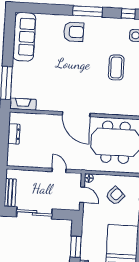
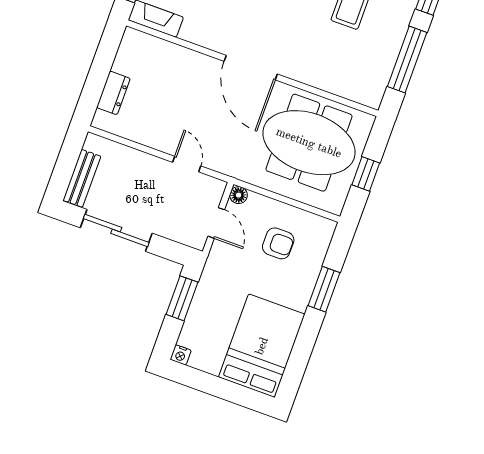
dresser: (14, 134) -> (113, 93), moved
armchair: (115, 196) -> (278, 243), turned 47
window: (76, 247) -> (182, 298), moved

